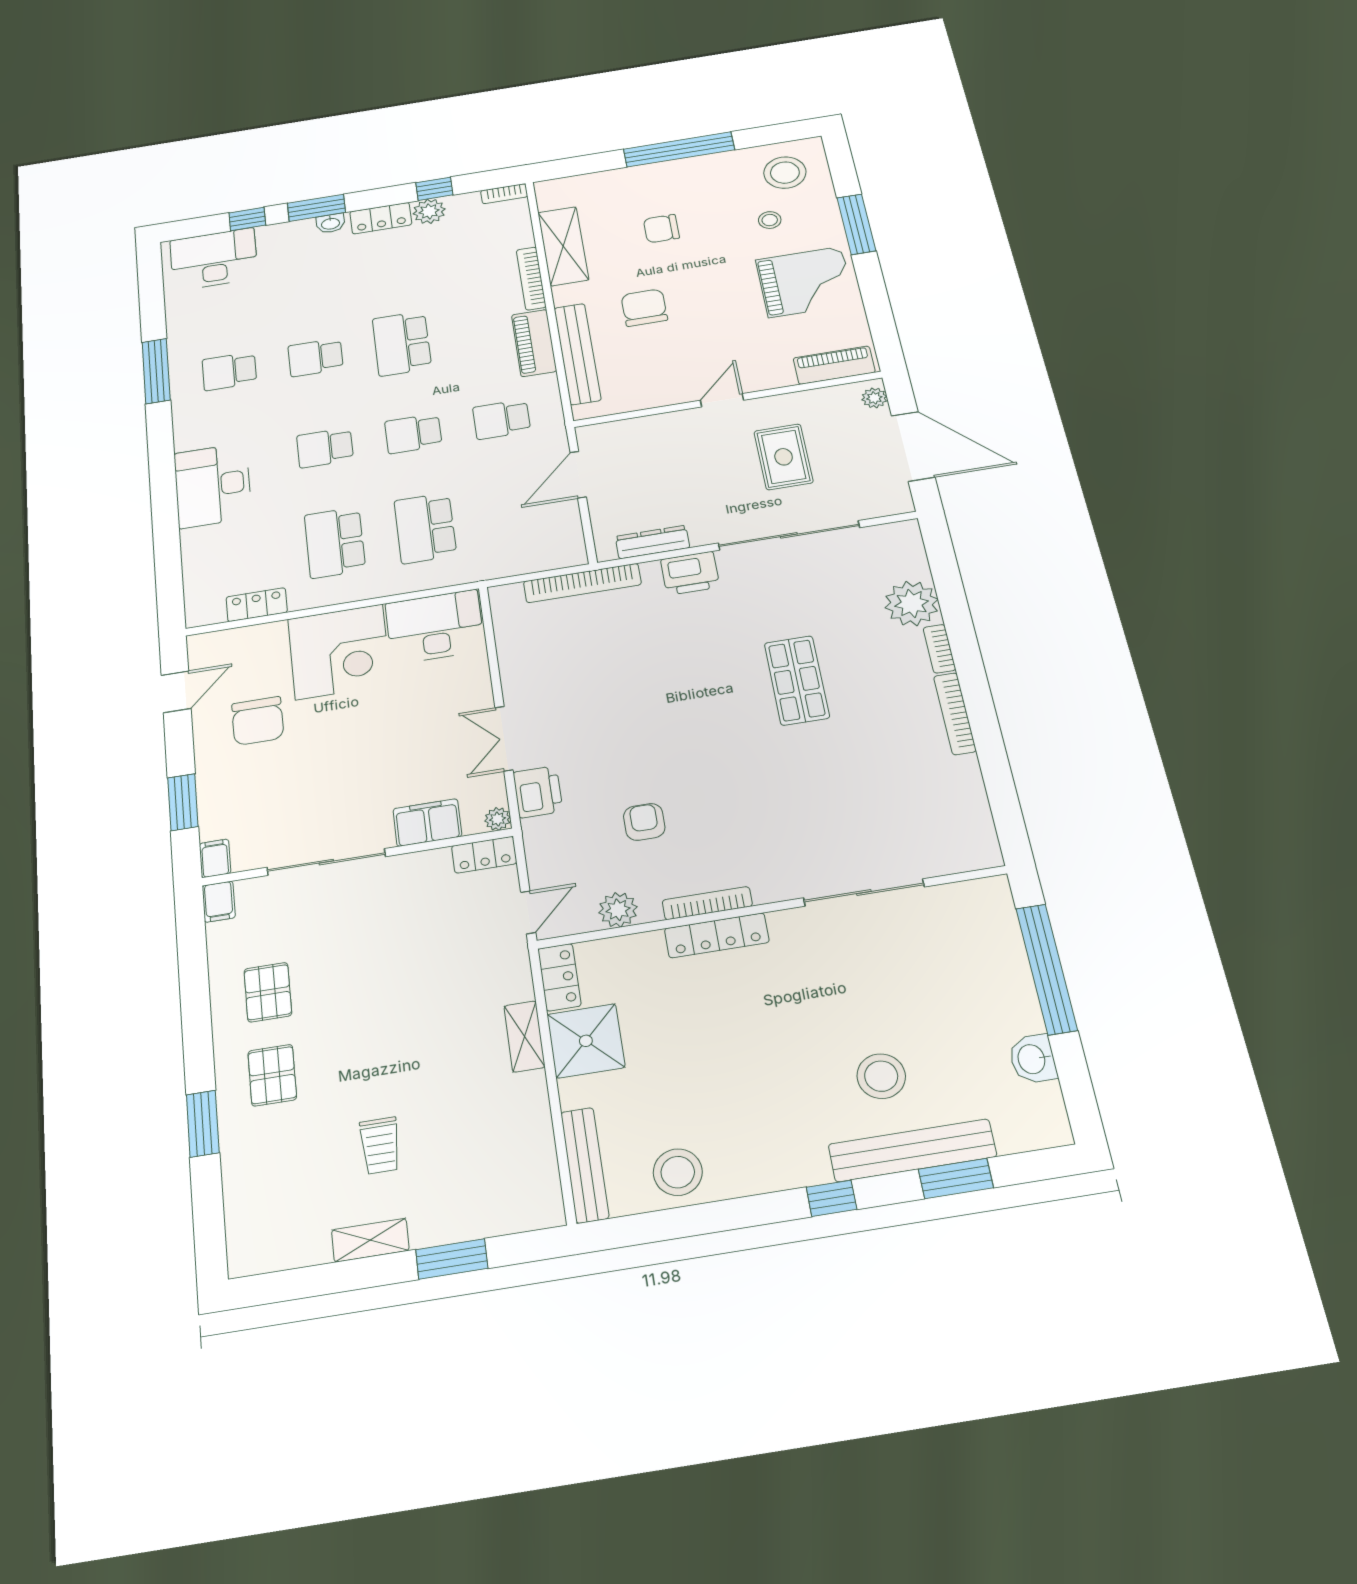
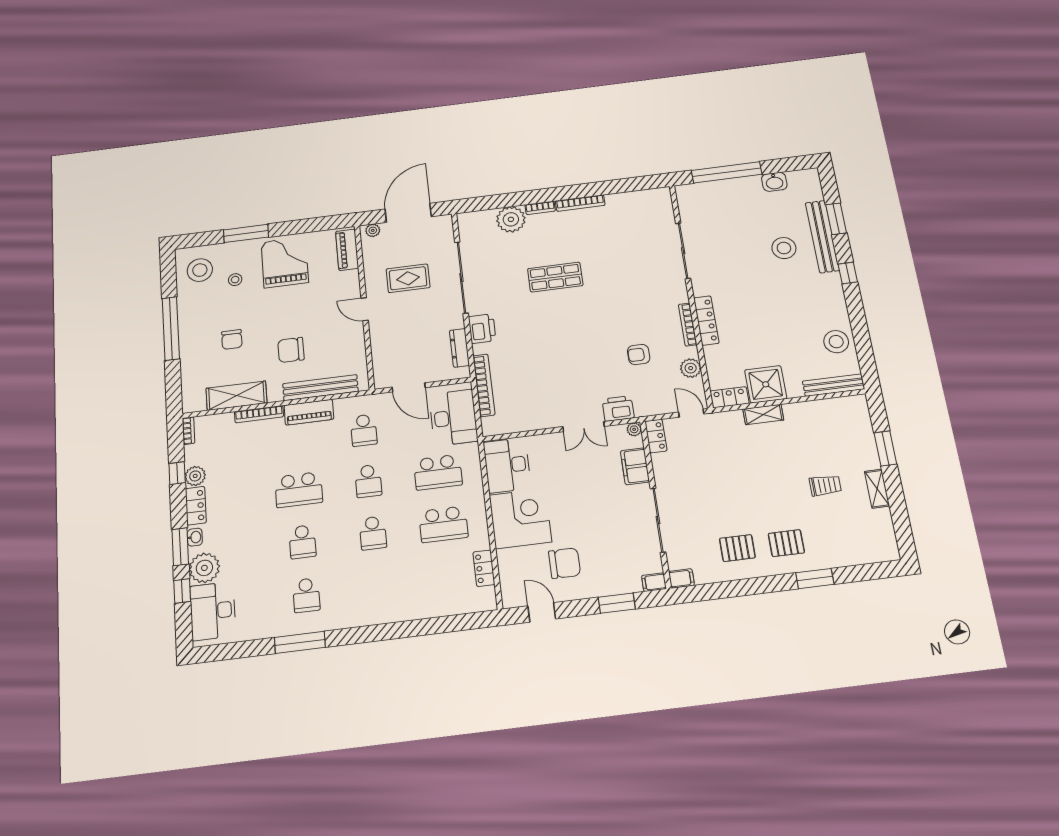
plant: (281, 241) -> (204, 568), added
desk: (213, 485) -> (453, 418), moved, turned -90

